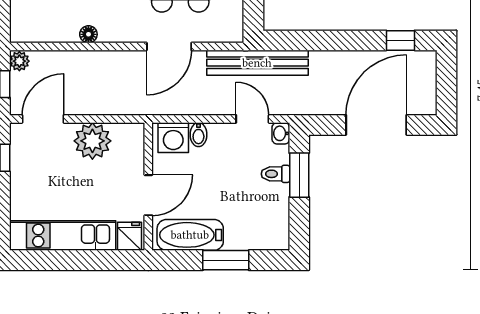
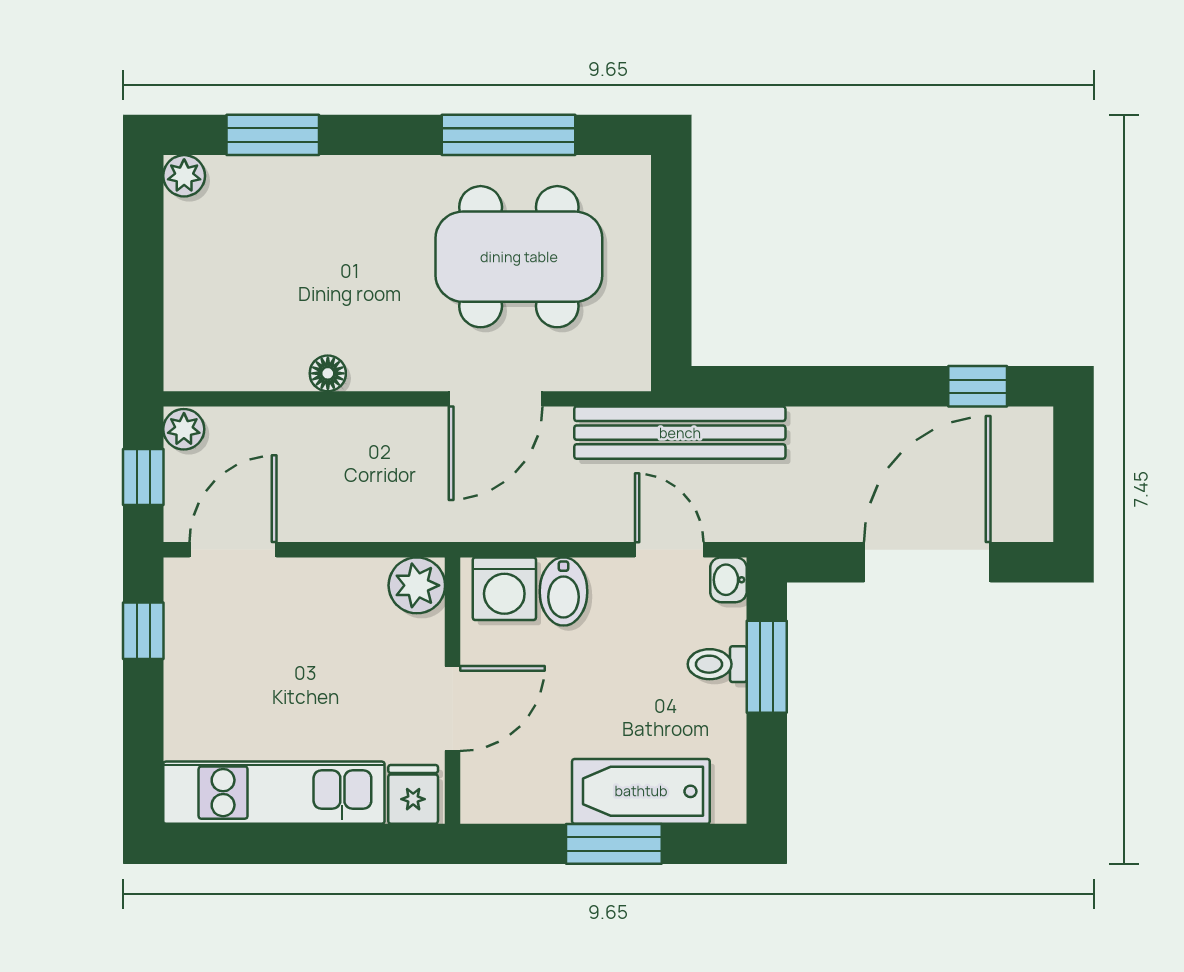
bidet: (198, 135) -> (563, 592), width x1.38, depth x1.36
plant: (92, 141) -> (417, 585), moved, width x0.73, depth x0.73
bathtub: (190, 235) -> (641, 791), moved

